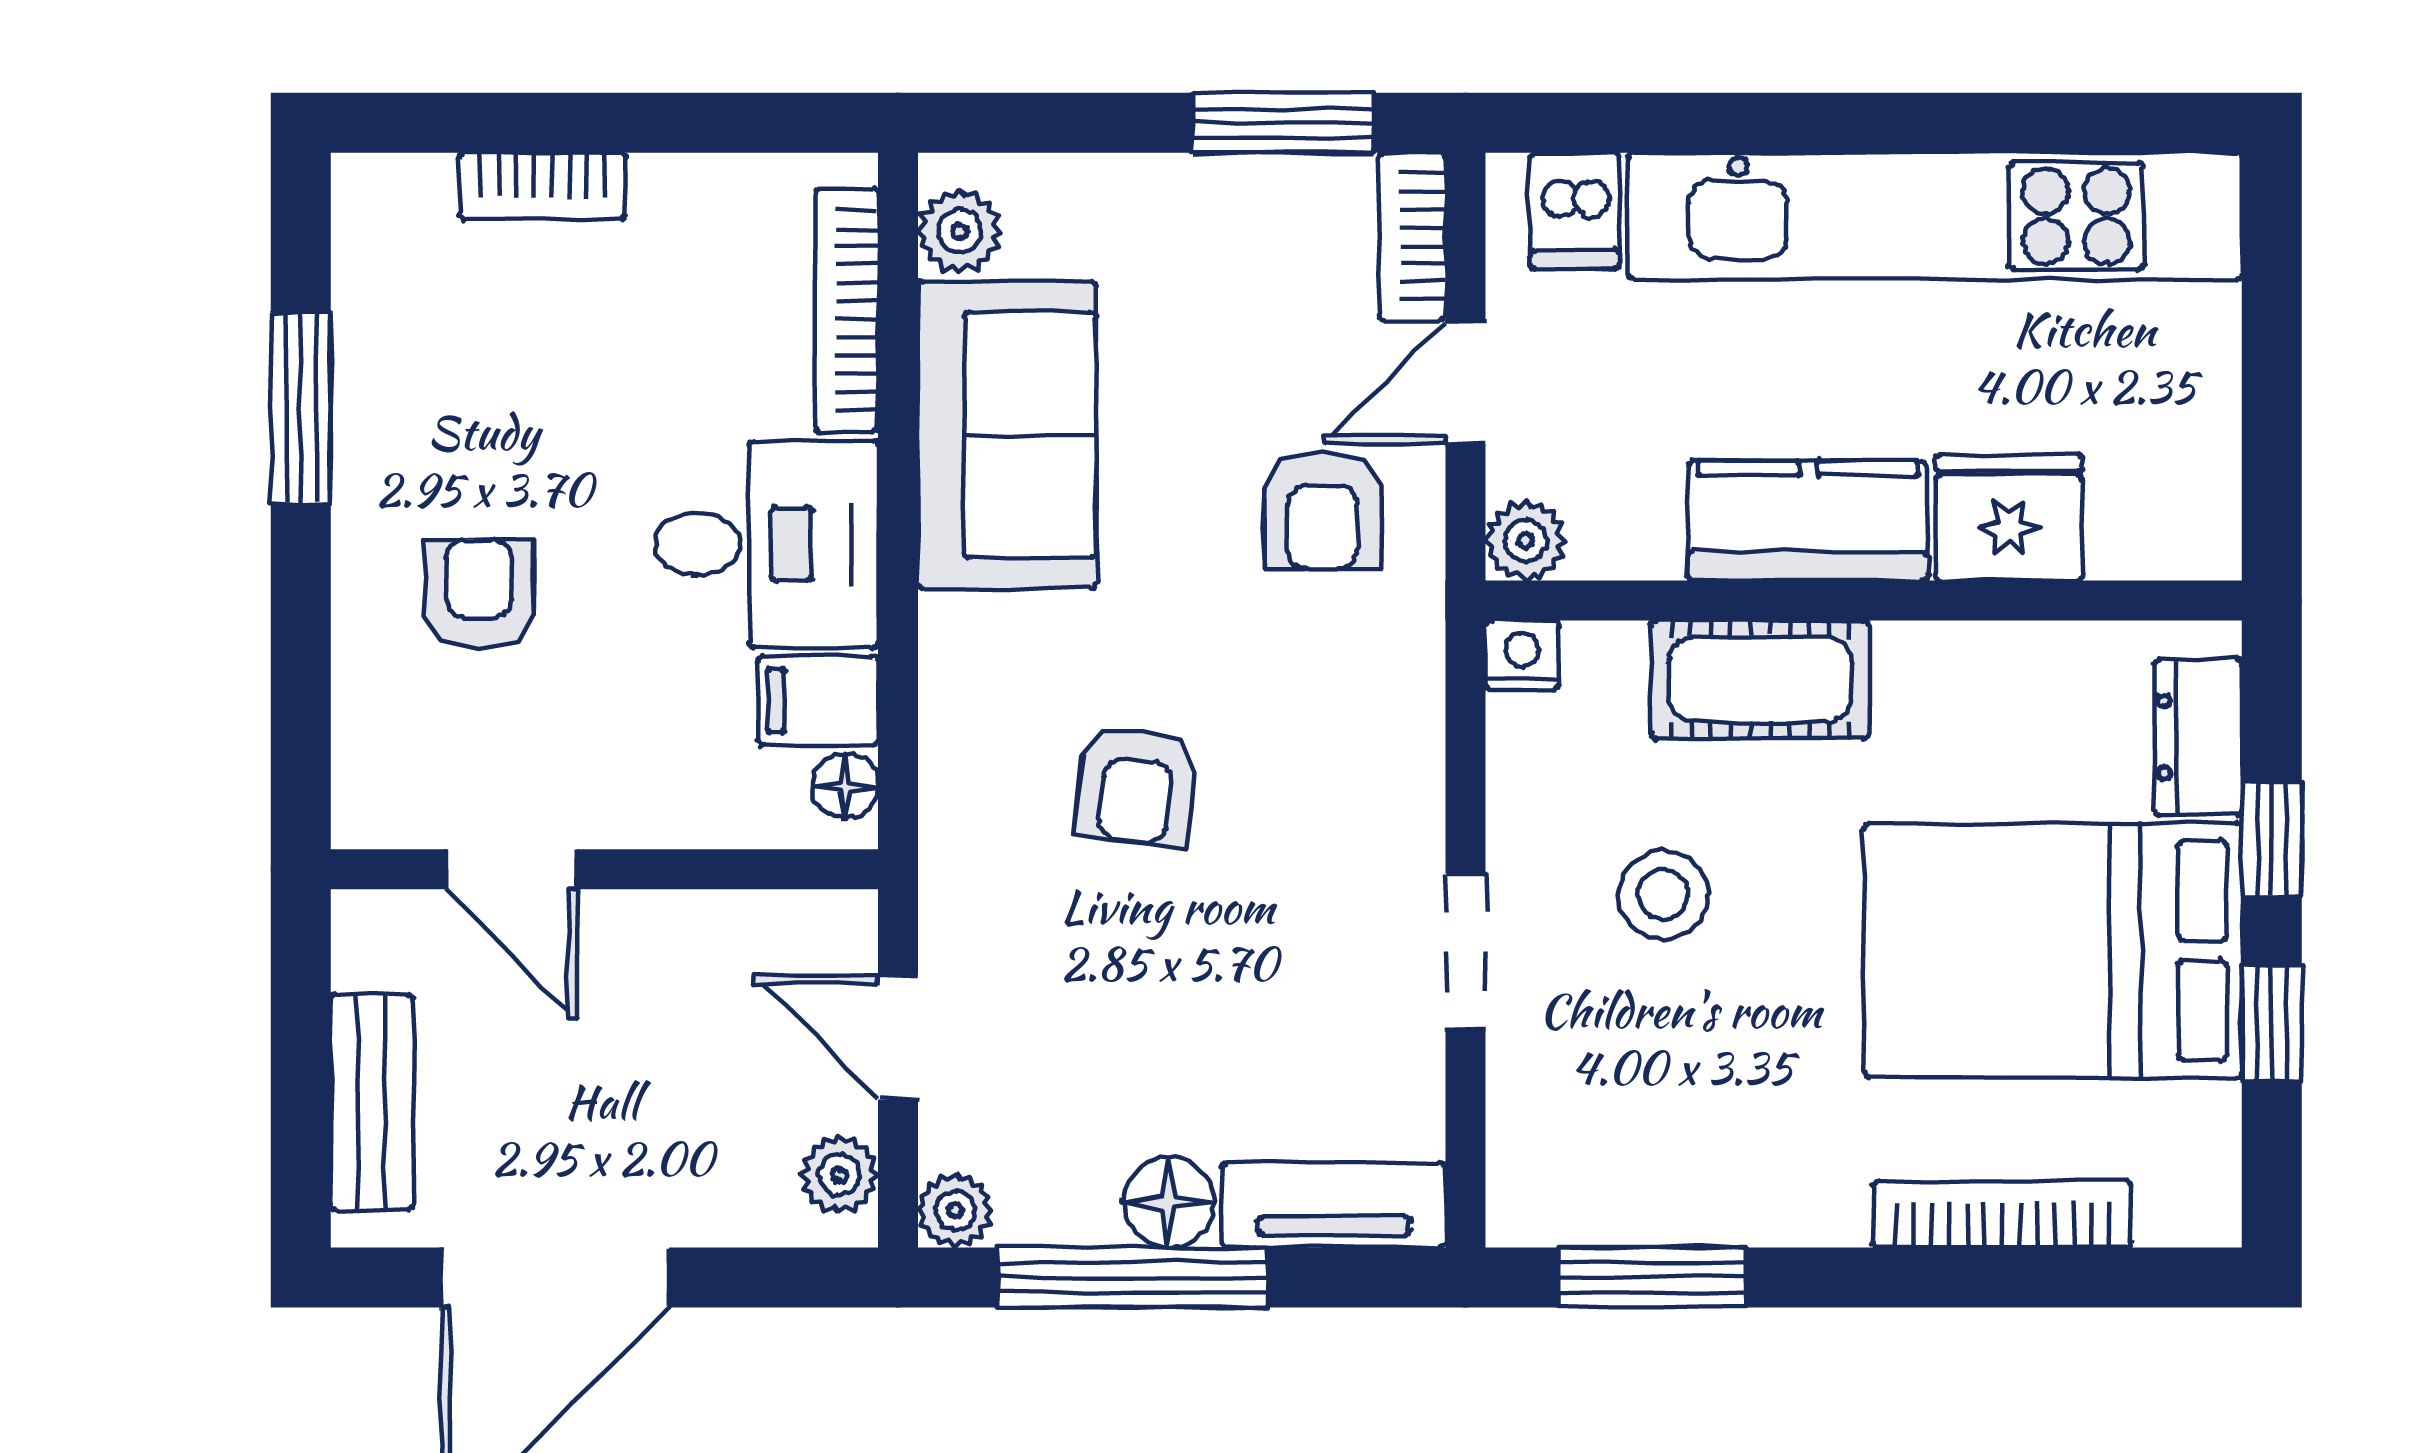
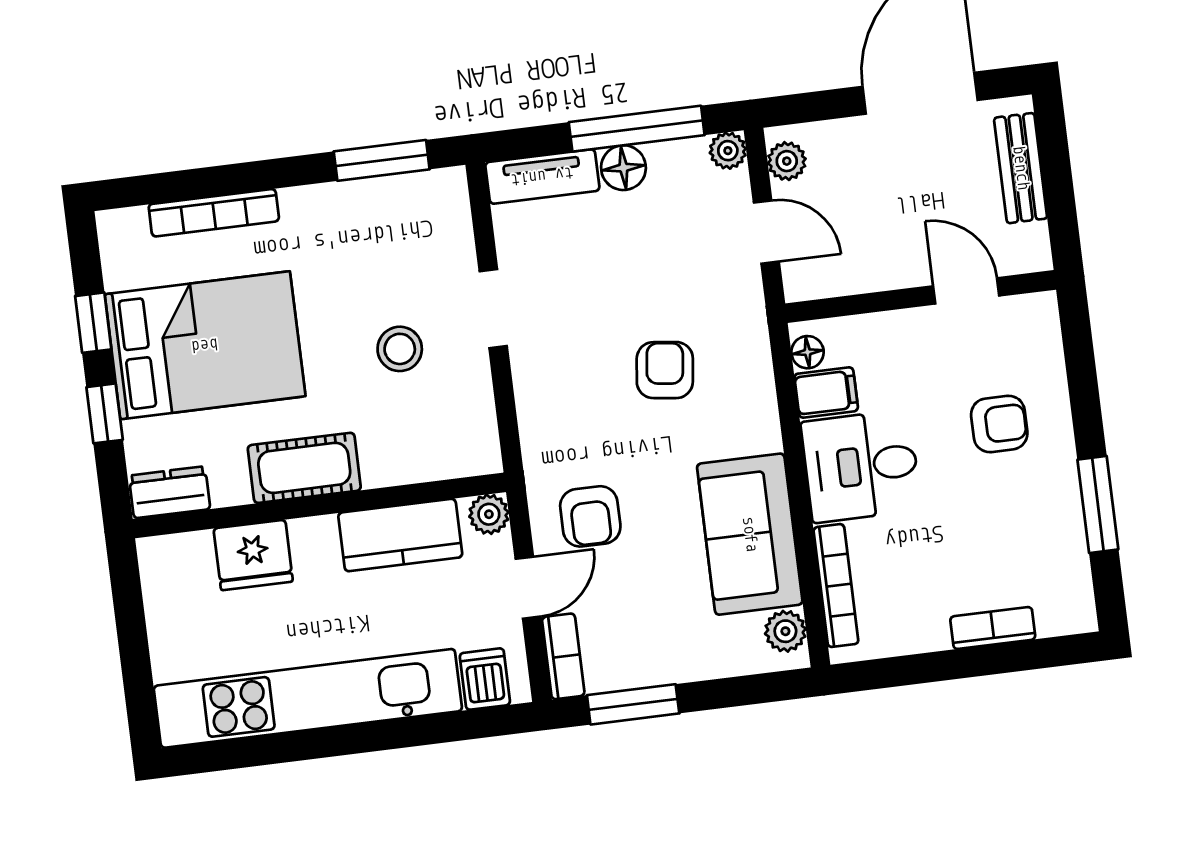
armchair: (1323, 511) -> (590, 516), turned 180
kitchen counter: (1808, 521) -> (400, 535), moved
armchair: (479, 594) -> (999, 424), turned -90
nightstand: (1522, 655) -> (484, 458), removed
cot: (1760, 680) -> (304, 468), moved
dresser: (2198, 737) -> (170, 492), moved, turned -90

